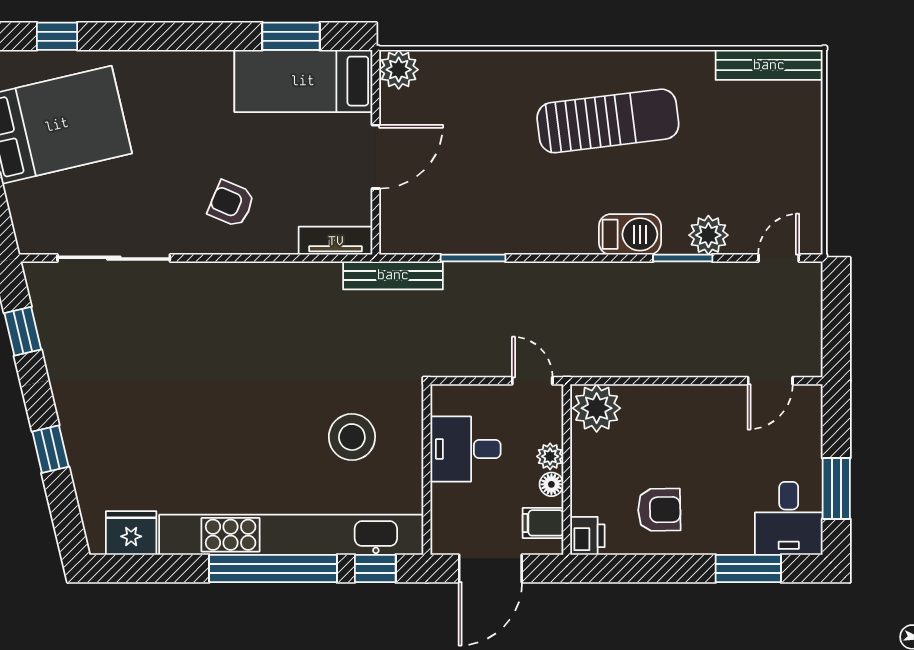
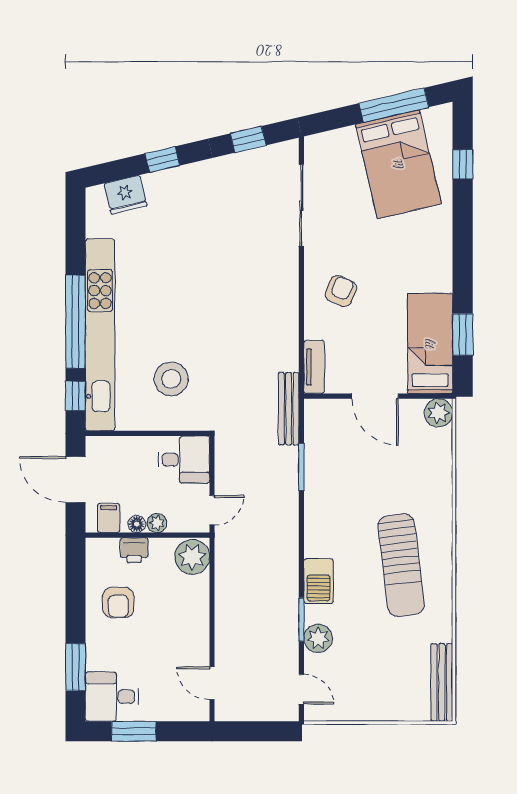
desk: (465, 449) -> (184, 460), moved, turned 90
fridge: (131, 533) -> (126, 195), moved, turned 77
printer: (587, 536) -> (134, 550), moved

